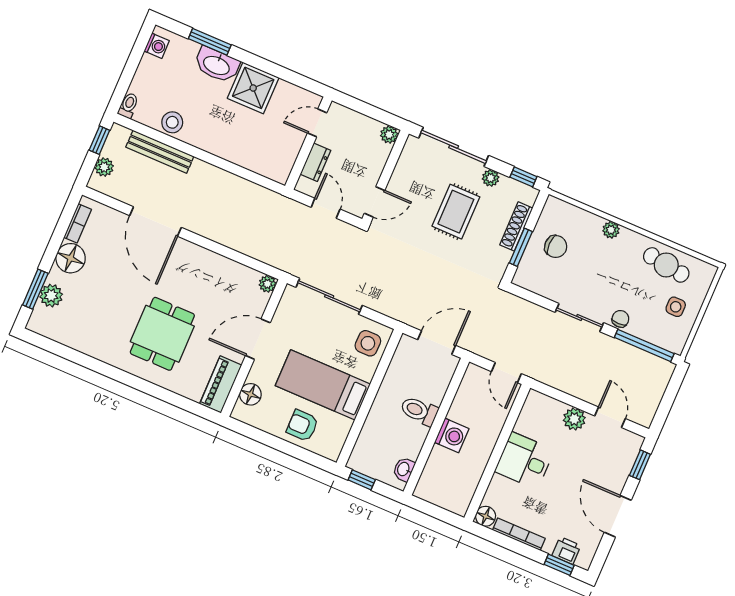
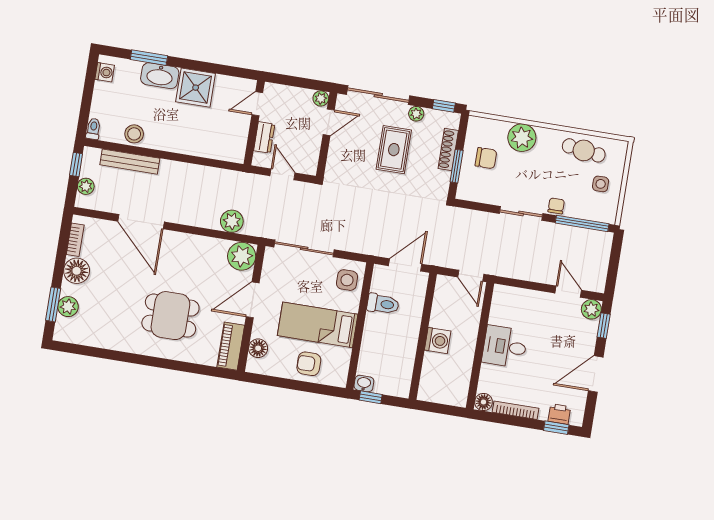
door: (375, 202) -> (329, 122), moved
plant: (611, 230) -> (522, 138), width x1.88, depth x1.88
plant: (256, 246) -> (232, 221), added
plant: (267, 284) -> (242, 256), width x1.88, depth x1.88
dining table: (162, 334) -> (170, 316), turned 90
toilet: (419, 411) -> (383, 304), moved, turned 180
plant: (574, 419) -> (591, 309), moved
washbasin: (404, 469) -> (364, 384), moved, turned 90
door: (618, 516) -> (596, 374), hinge flipped

